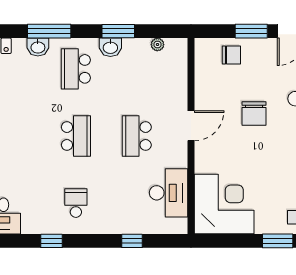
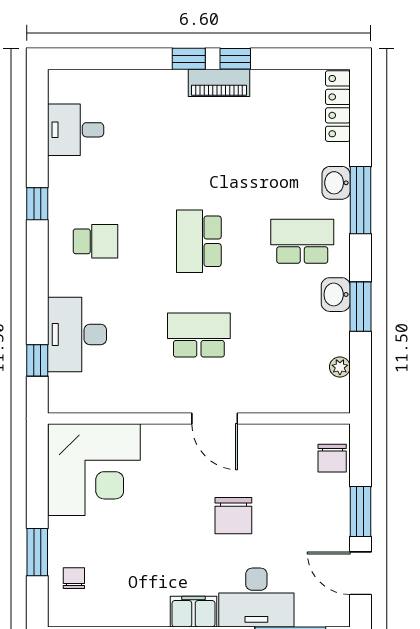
chair: (231, 55) -> (332, 458), moved
chair: (254, 114) -> (233, 516), turned -90
school desk: (76, 136) -> (199, 241), turned 90
desk: (168, 193) -> (77, 334), moved, turned 90
window: (132, 241) -> (37, 360), moved

